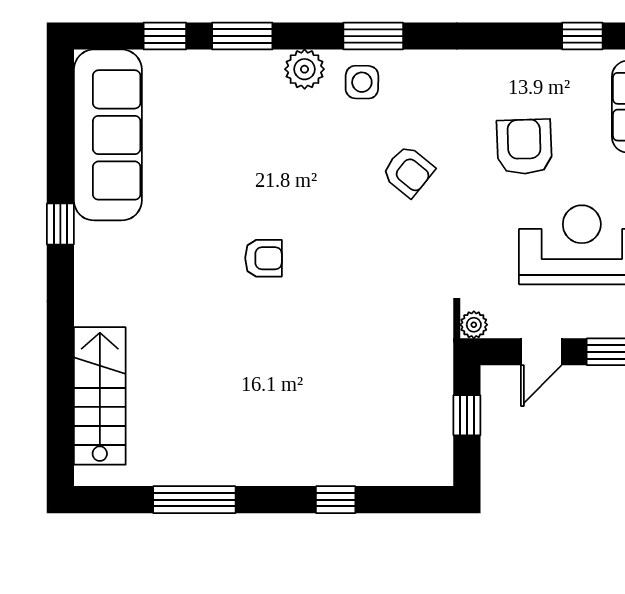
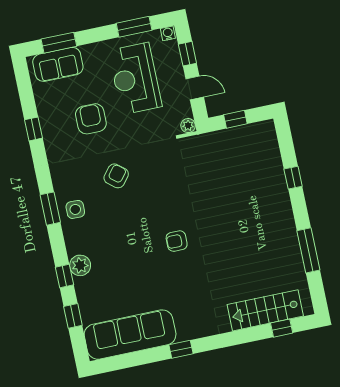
window: (242, 36) -> (65, 276), width x0.67
window: (582, 36) -> (33, 129), moved
plant: (305, 69) -> (80, 265), moved
armchair: (524, 147) -> (91, 119), turned 92
armchair: (263, 258) -> (177, 241), turned -90
window: (60, 420) -> (282, 328), added

